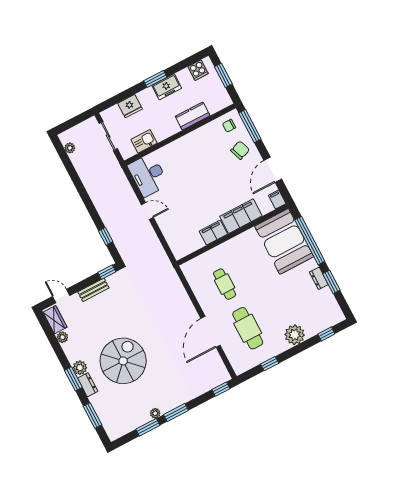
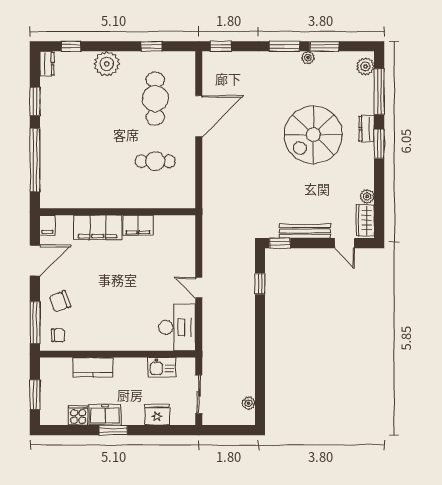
cooker: (198, 70) -> (78, 415), moved
booth: (284, 241) -> (64, 174), removed
dresser: (319, 278) -> (47, 64), moved
cafe table: (225, 284) -> (155, 161), turned 90
bench: (93, 290) -> (305, 231), width x1.36
plant: (80, 368) -> (365, 66), moved
window: (93, 416) -> (379, 92), width x1.44

